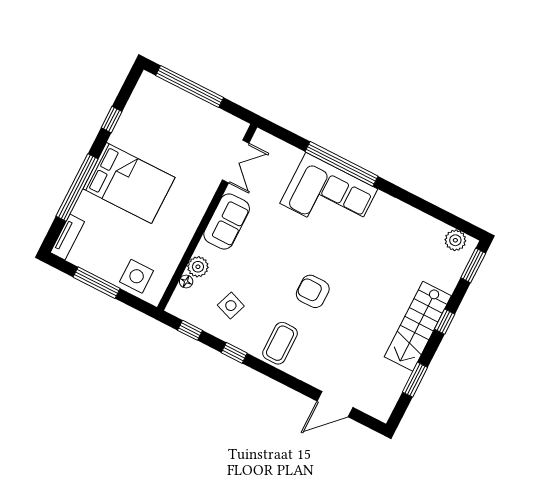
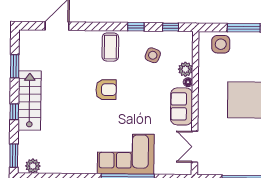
floor lamp: (186, 281) -> (188, 82), moved

